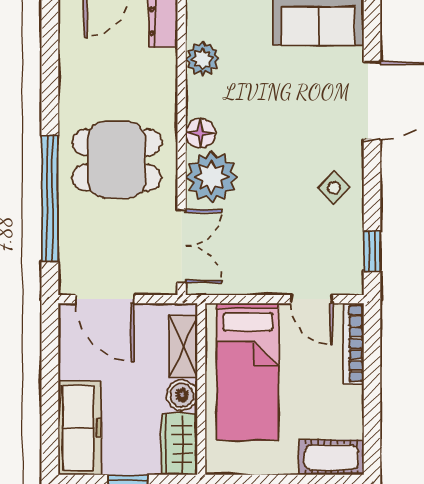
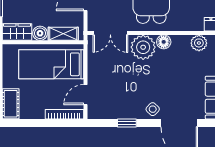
side table: (334, 188) -> (153, 109), moved
window: (372, 251) -> (127, 123), moved

